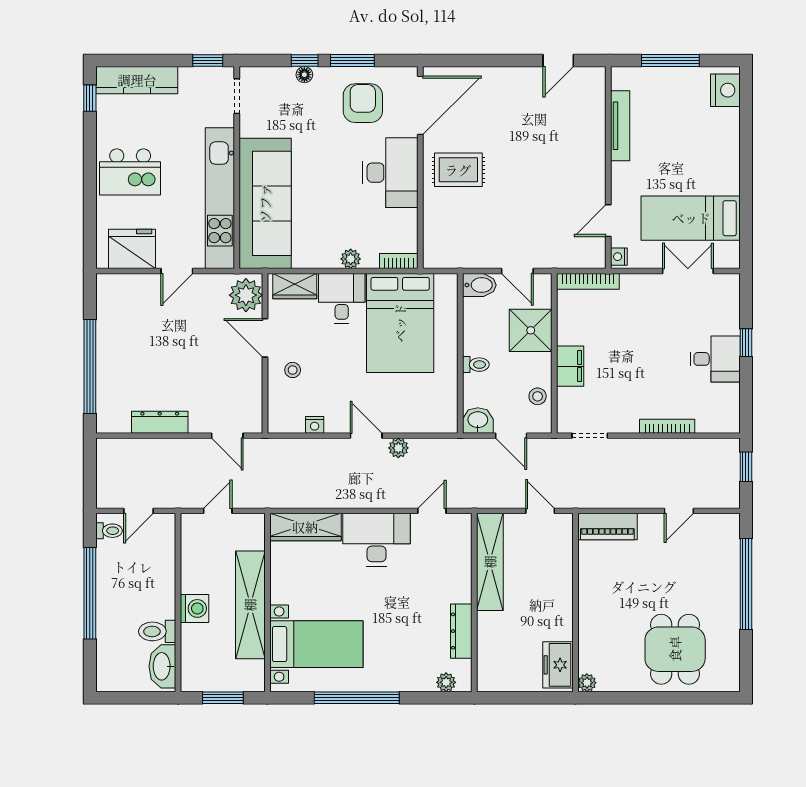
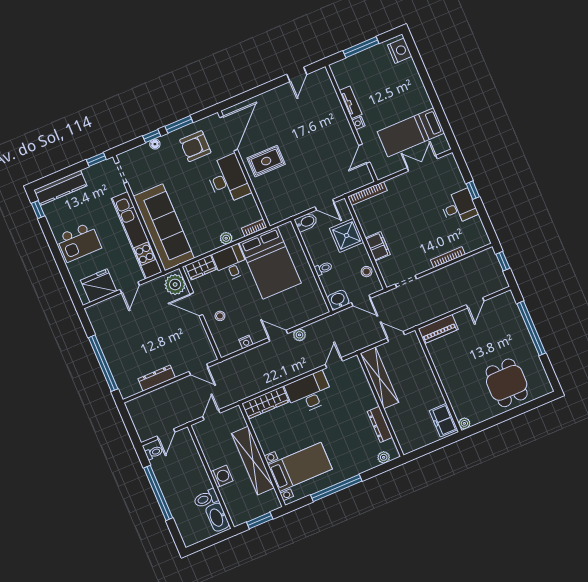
armchair: (363, 103) -> (195, 146), turned -90
tv unit: (620, 126) -> (351, 102), width x0.71
nightstand: (619, 257) -> (358, 123), moved

